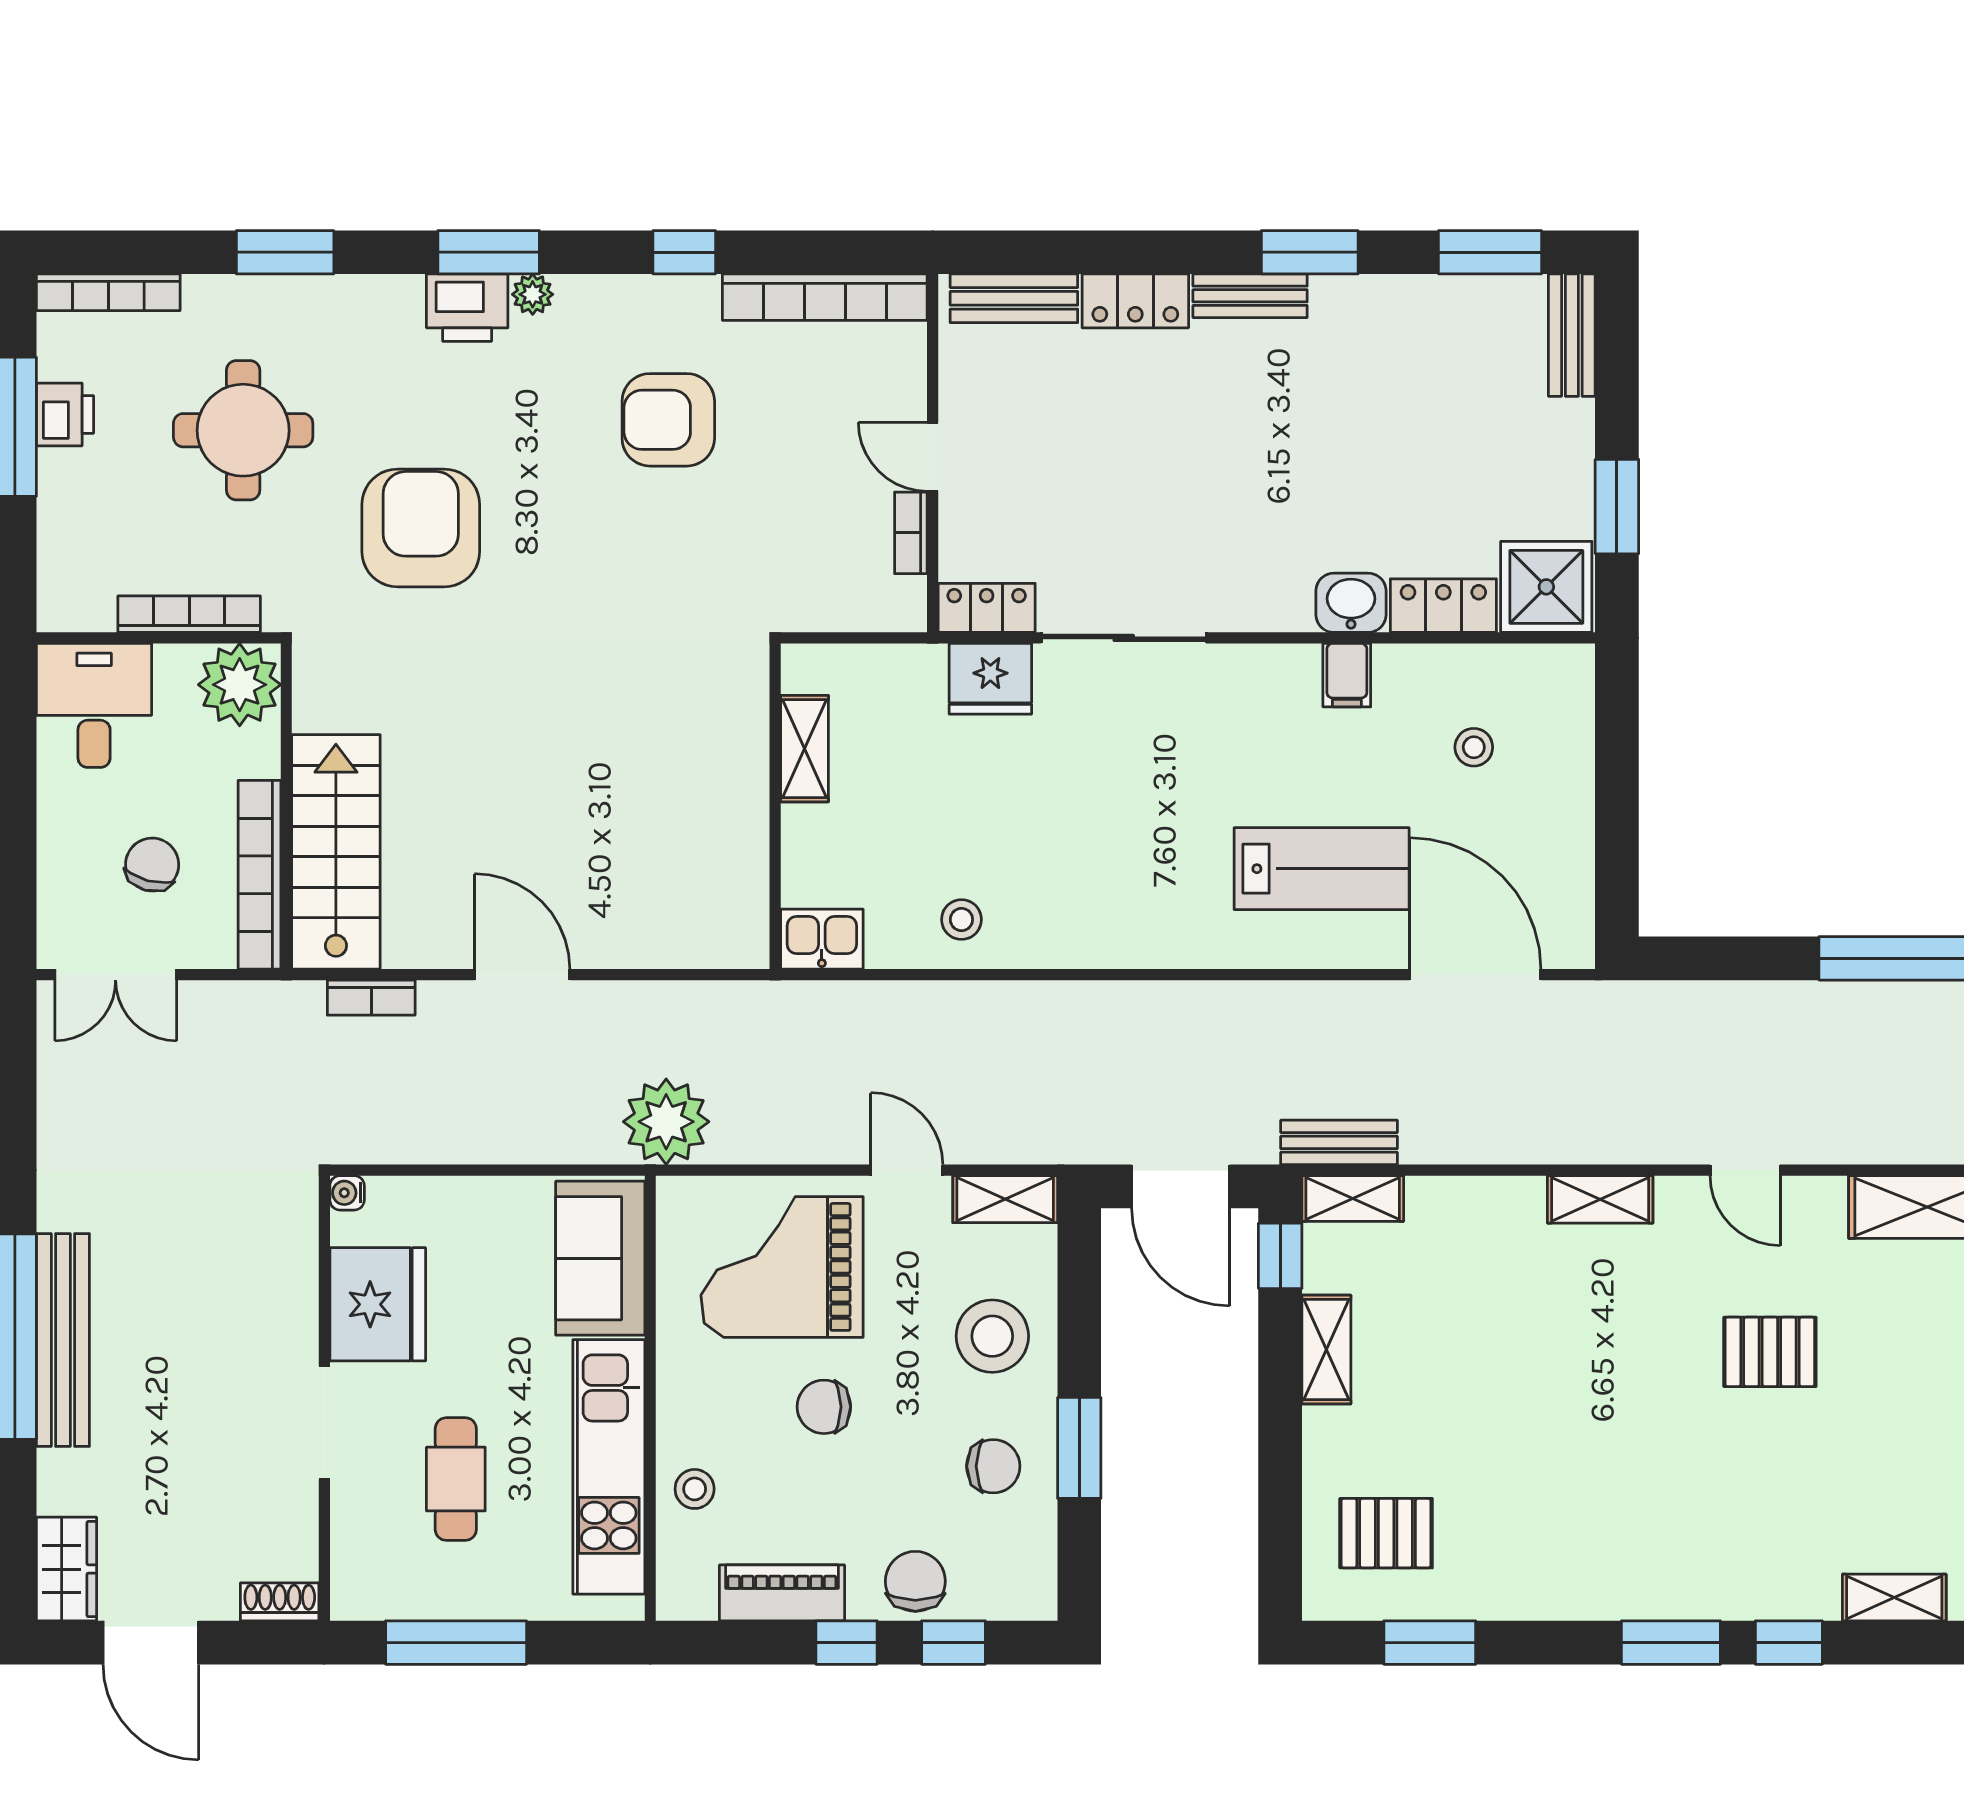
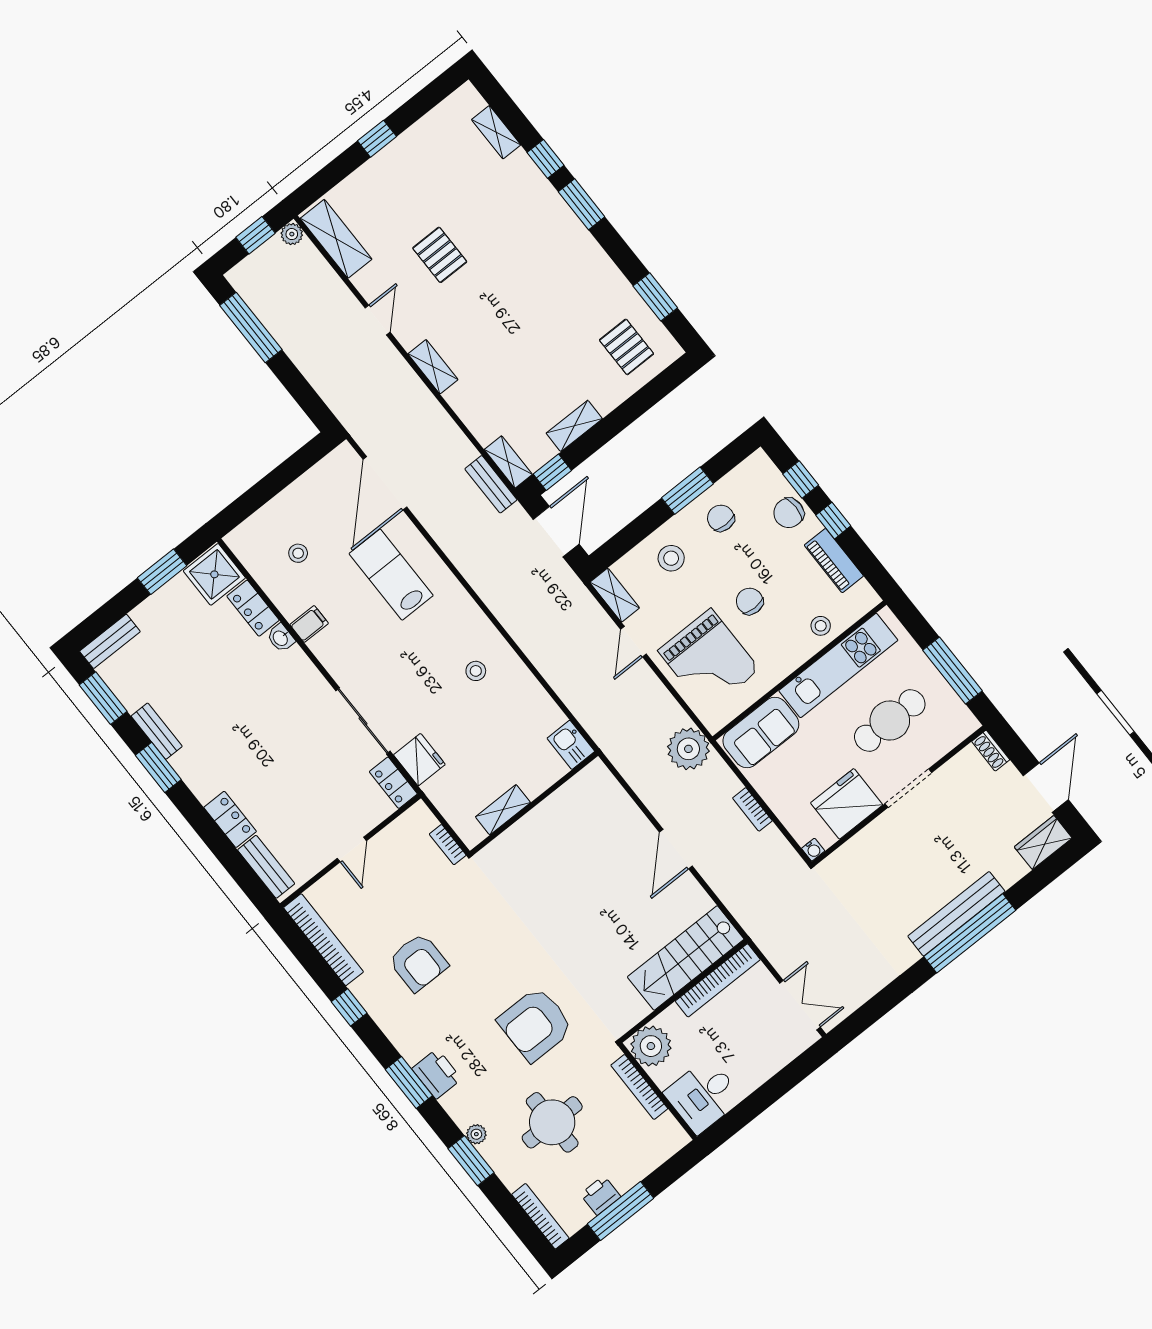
plant: (533, 294) -> (476, 1134), moved
bench: (1250, 296) -> (157, 731), moved
bookcase: (911, 533) -> (448, 845), moved, turned 90
washbasin: (1351, 603) -> (281, 638), width x0.72, depth x0.69
chair: (152, 865) -> (747, 1025), removed
stool: (961, 920) -> (476, 671), moved
bookcase: (371, 998) -> (752, 809), moved, turned 180
stool: (992, 1336) -> (671, 558), width x0.73, depth x0.73
chair: (824, 1407) -> (750, 601), turned 180
cafe table: (456, 1479) -> (890, 721), width x1.37, depth x1.35

